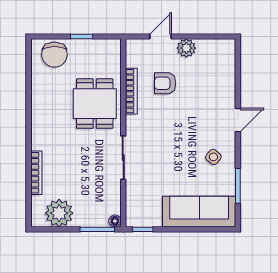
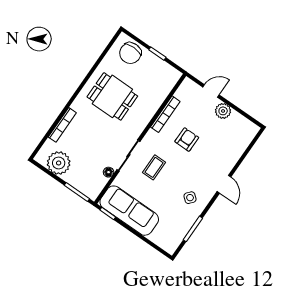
armchair: (165, 83) -> (187, 139), moved, turned 90
dining table: (95, 104) -> (112, 96), moved, turned 90
door: (238, 120) -> (224, 184), hinge flipped
coffee table: (157, 152) -> (154, 167), added
sofa: (199, 212) -> (129, 211), moved
floor lamp: (115, 221) -> (109, 172), moved

